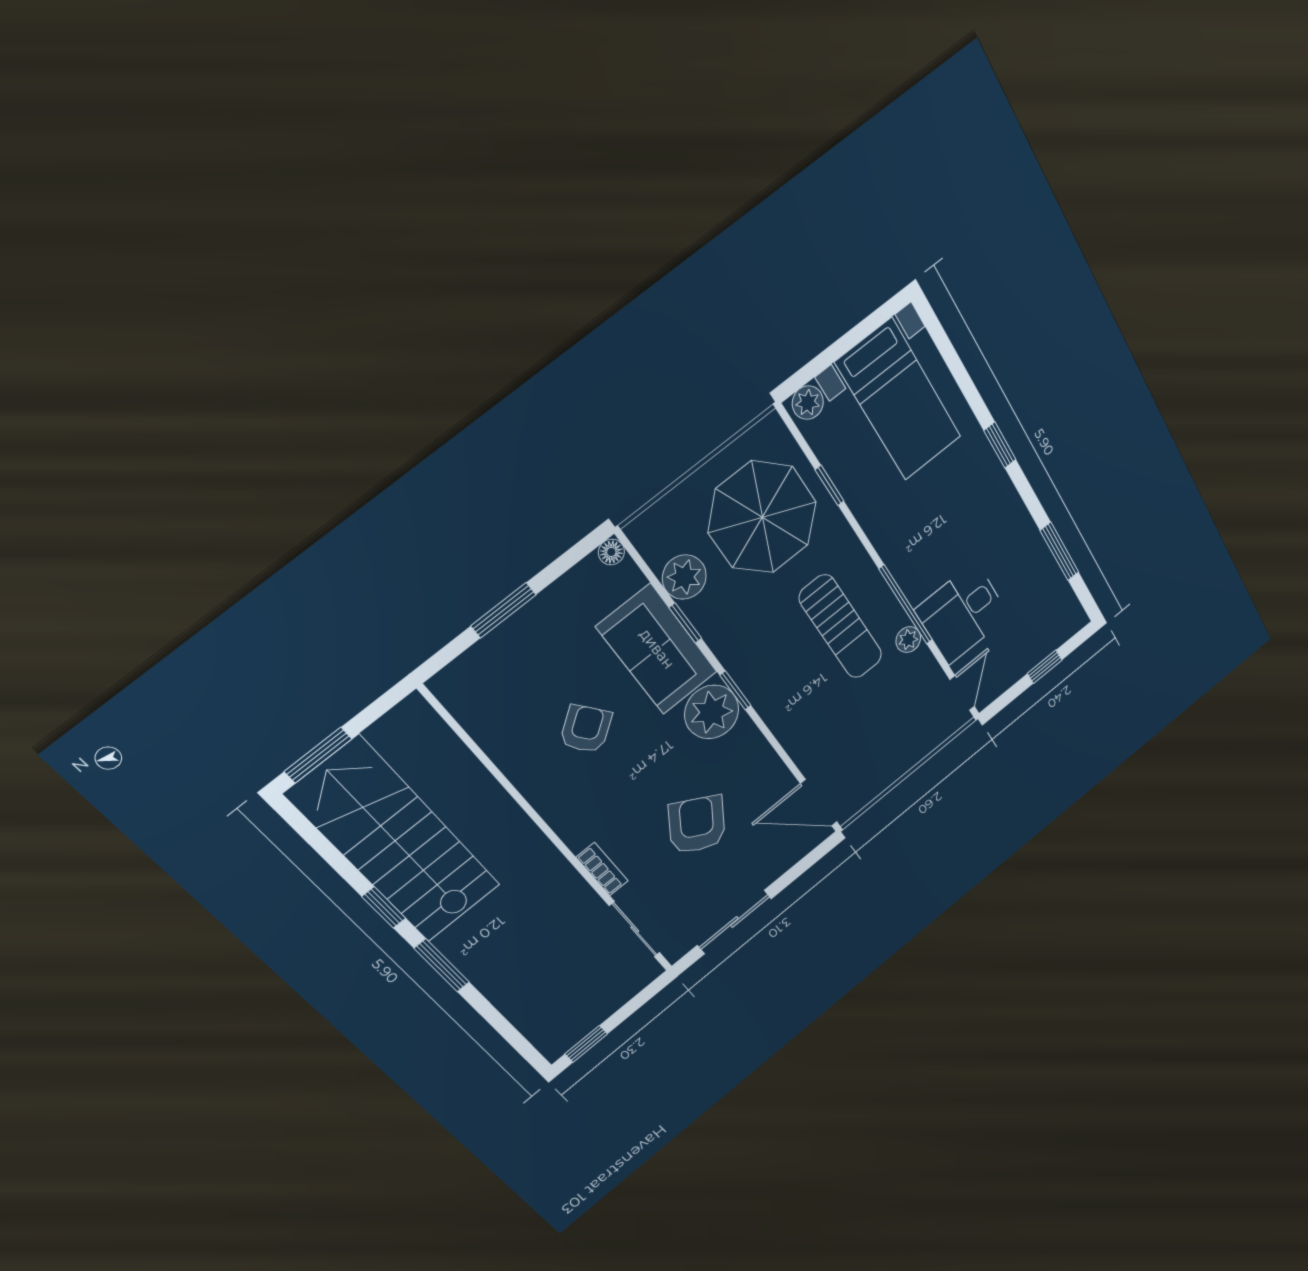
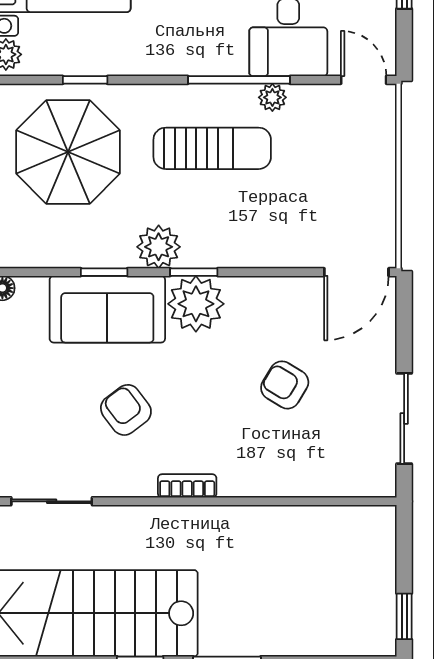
plant: (684, 577) -> (159, 247), moved
armchair: (697, 825) -> (285, 385), width x0.72, depth x0.72
bookcase: (602, 869) -> (187, 486), moved
sliding door: (635, 929) -> (52, 501), moved

